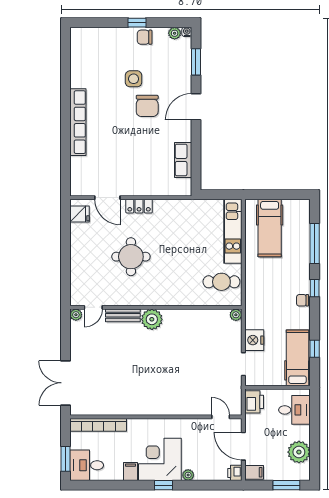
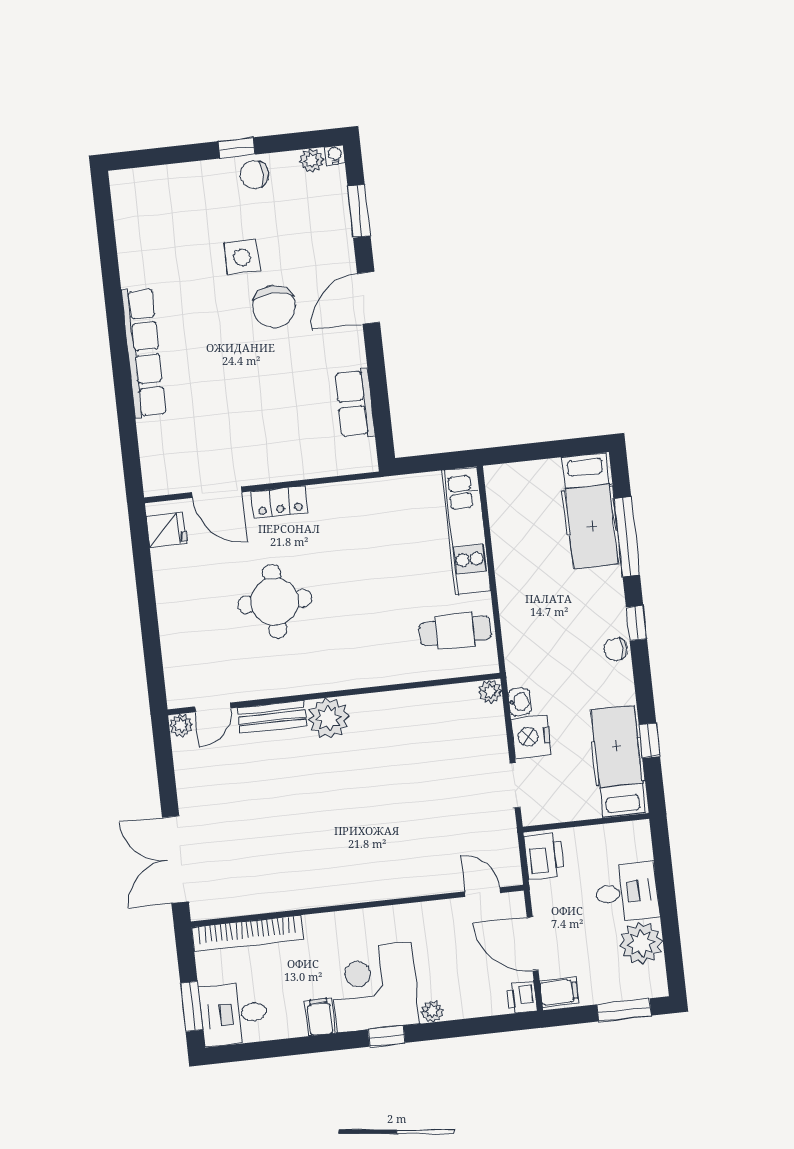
hospital bed: (270, 228) -> (590, 511), moved
washbasin: (250, 322) -> (520, 702), added
desk: (294, 410) -> (627, 892), moved

